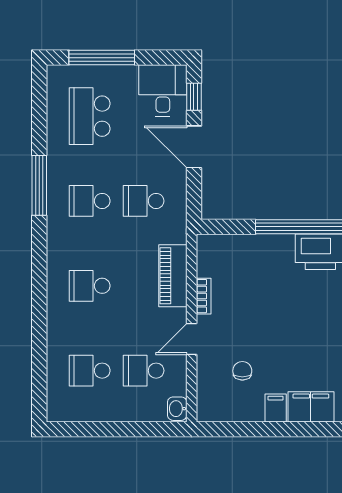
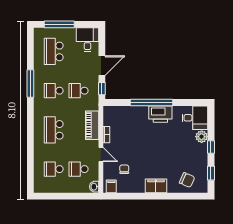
window: (194, 97) -> (102, 89), moved
door: (194, 147) -> (102, 66), swing flipped
school desk: (90, 286) -> (54, 130), width x1.85
door: (192, 339) -> (101, 155), swing flipped
filing cabinet: (276, 408) -> (111, 186), moved

